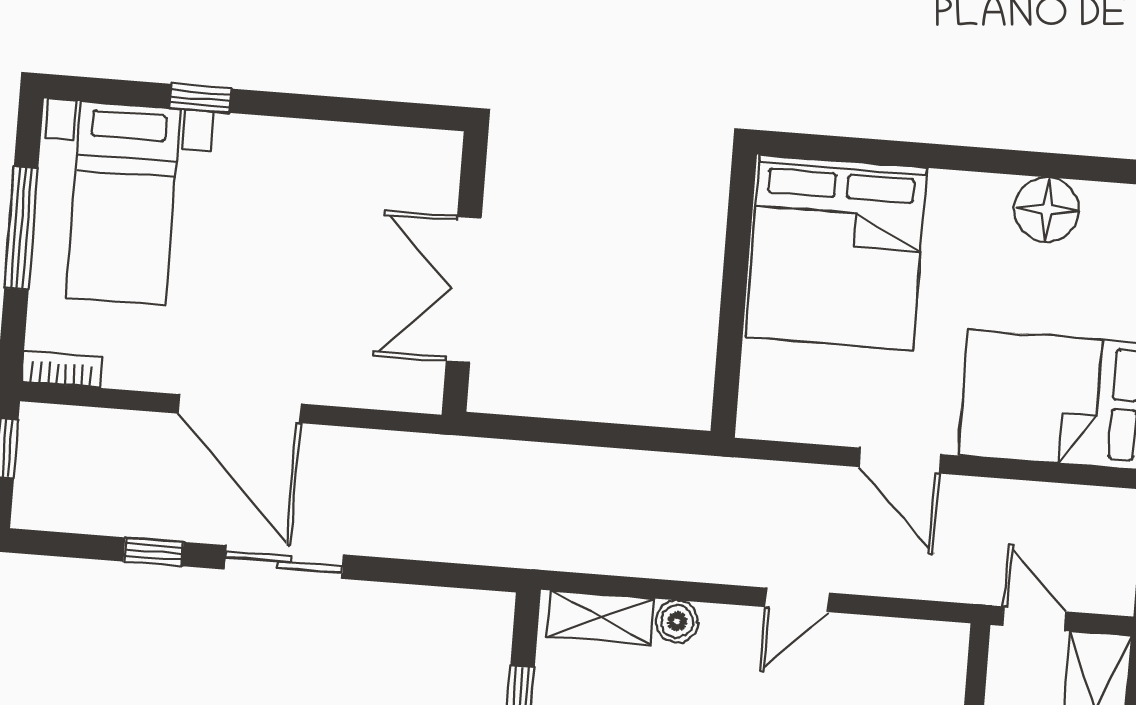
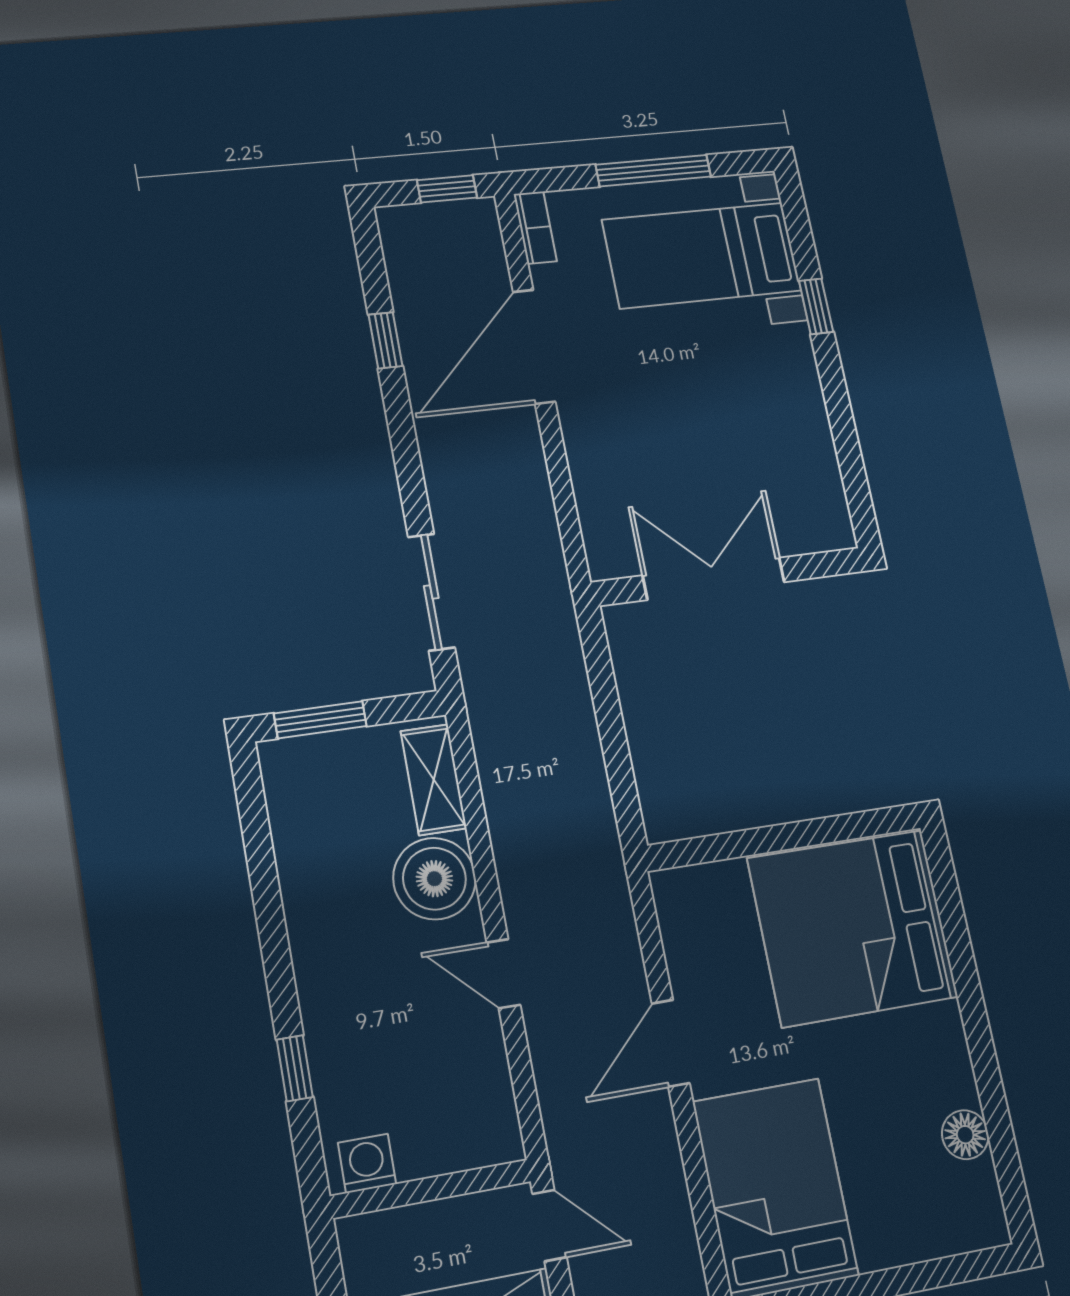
floor lamp: (1047, 210) -> (965, 1135), width x0.73, depth x0.73
door: (240, 409) -> (534, 347), moved
sliding door: (284, 562) -> (431, 592), moved
door: (1034, 619) -> (549, 1225), hinge flipped
boiler: (677, 621) -> (434, 879), width x1.86, depth x1.86

